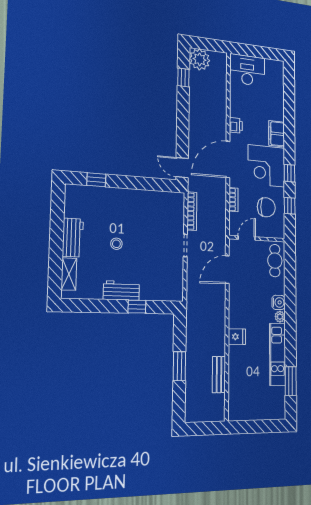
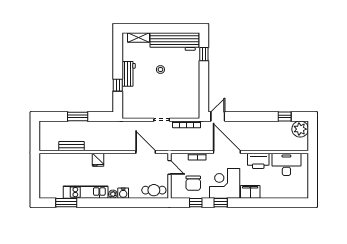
desk: (247, 70) -> (286, 164), moved, turned -90
printer: (236, 125) -> (258, 161), width x1.87, depth x1.48
workbench: (73, 238) -> (175, 41), width x1.88, depth x1.32

